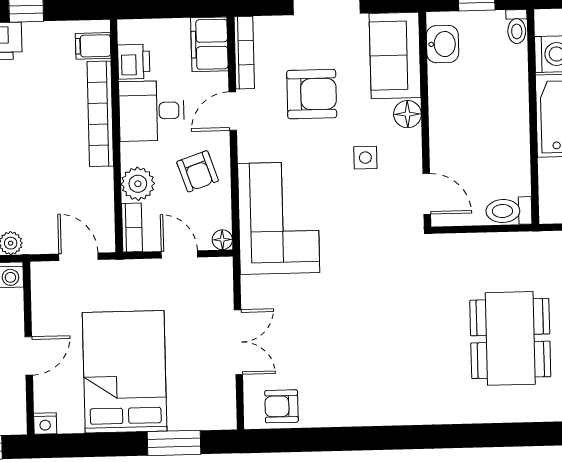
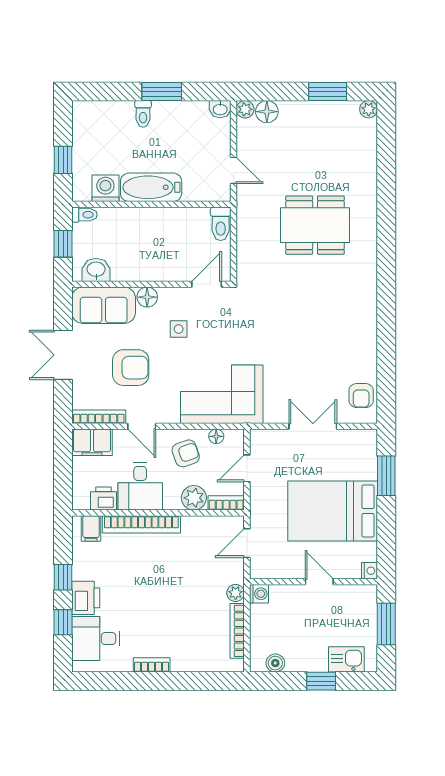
armchair: (312, 94) -> (131, 368), turned 90
floor lamp: (222, 240) -> (216, 436), moved

